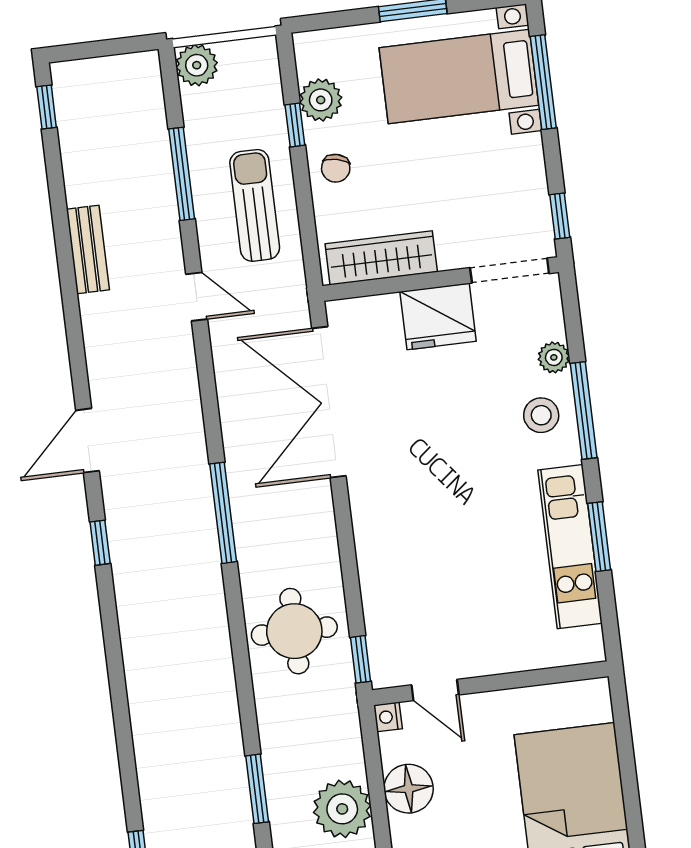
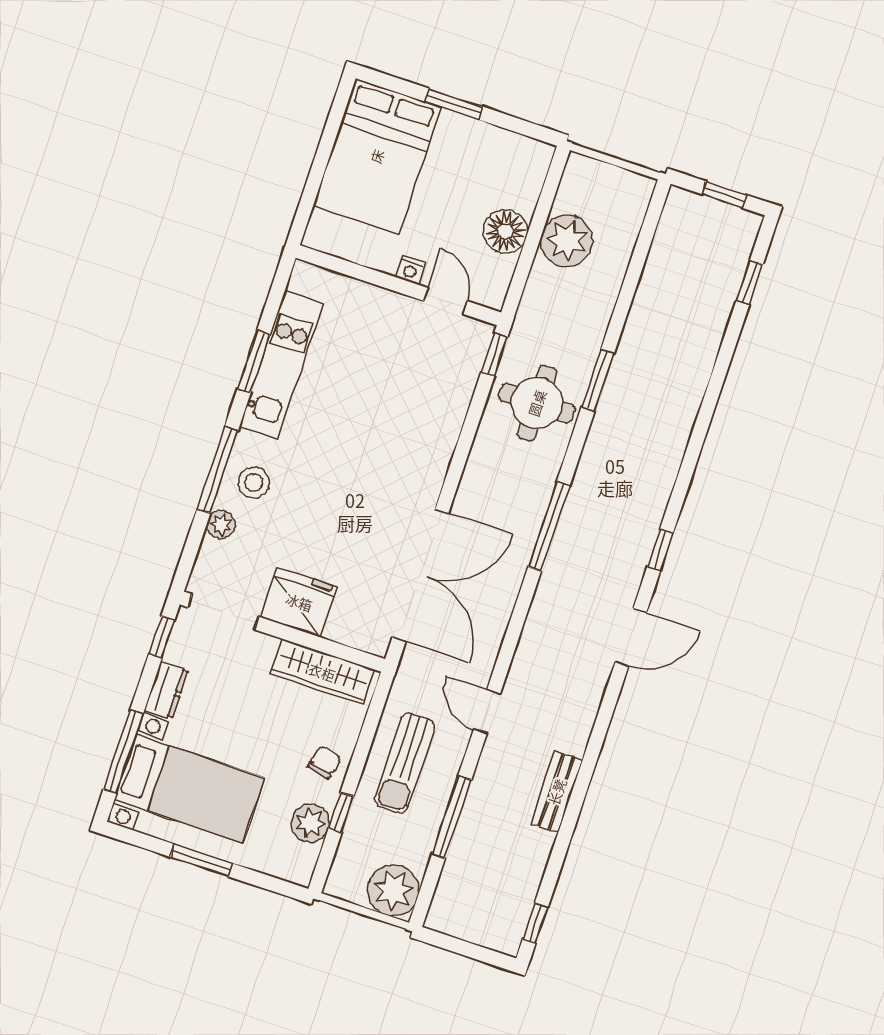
plant: (197, 65) -> (393, 890), width x1.36, depth x1.36
dresser: (529, 165) -> (166, 690), added
nightstand: (388, 717) -> (410, 270), moved, turned 90
window: (257, 789) -> (598, 380), moved

